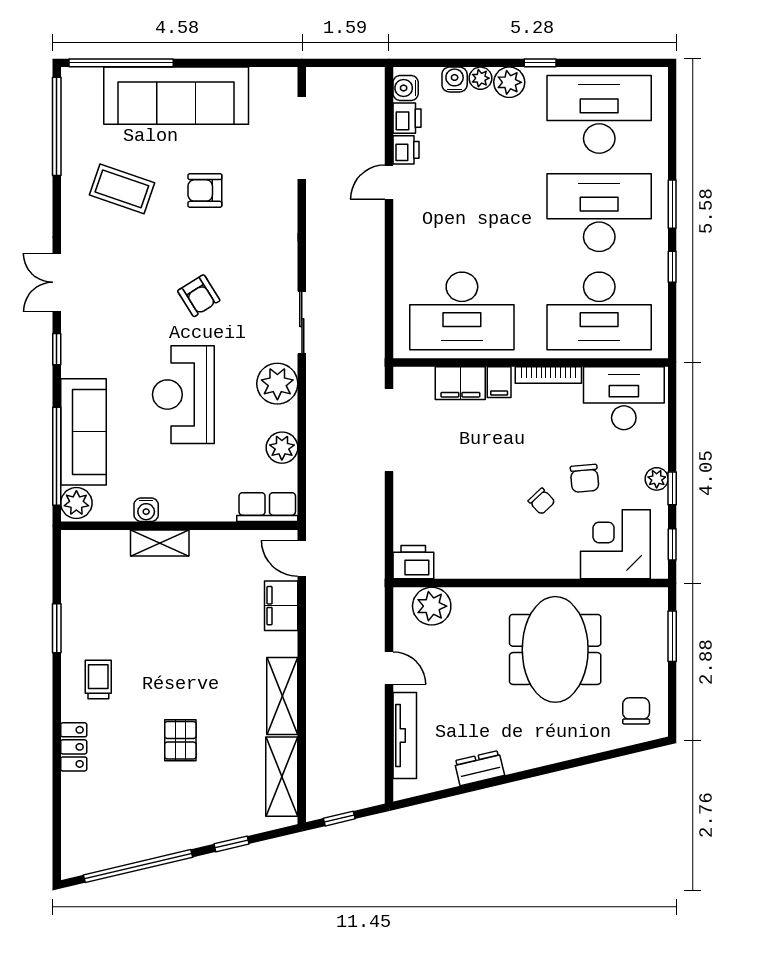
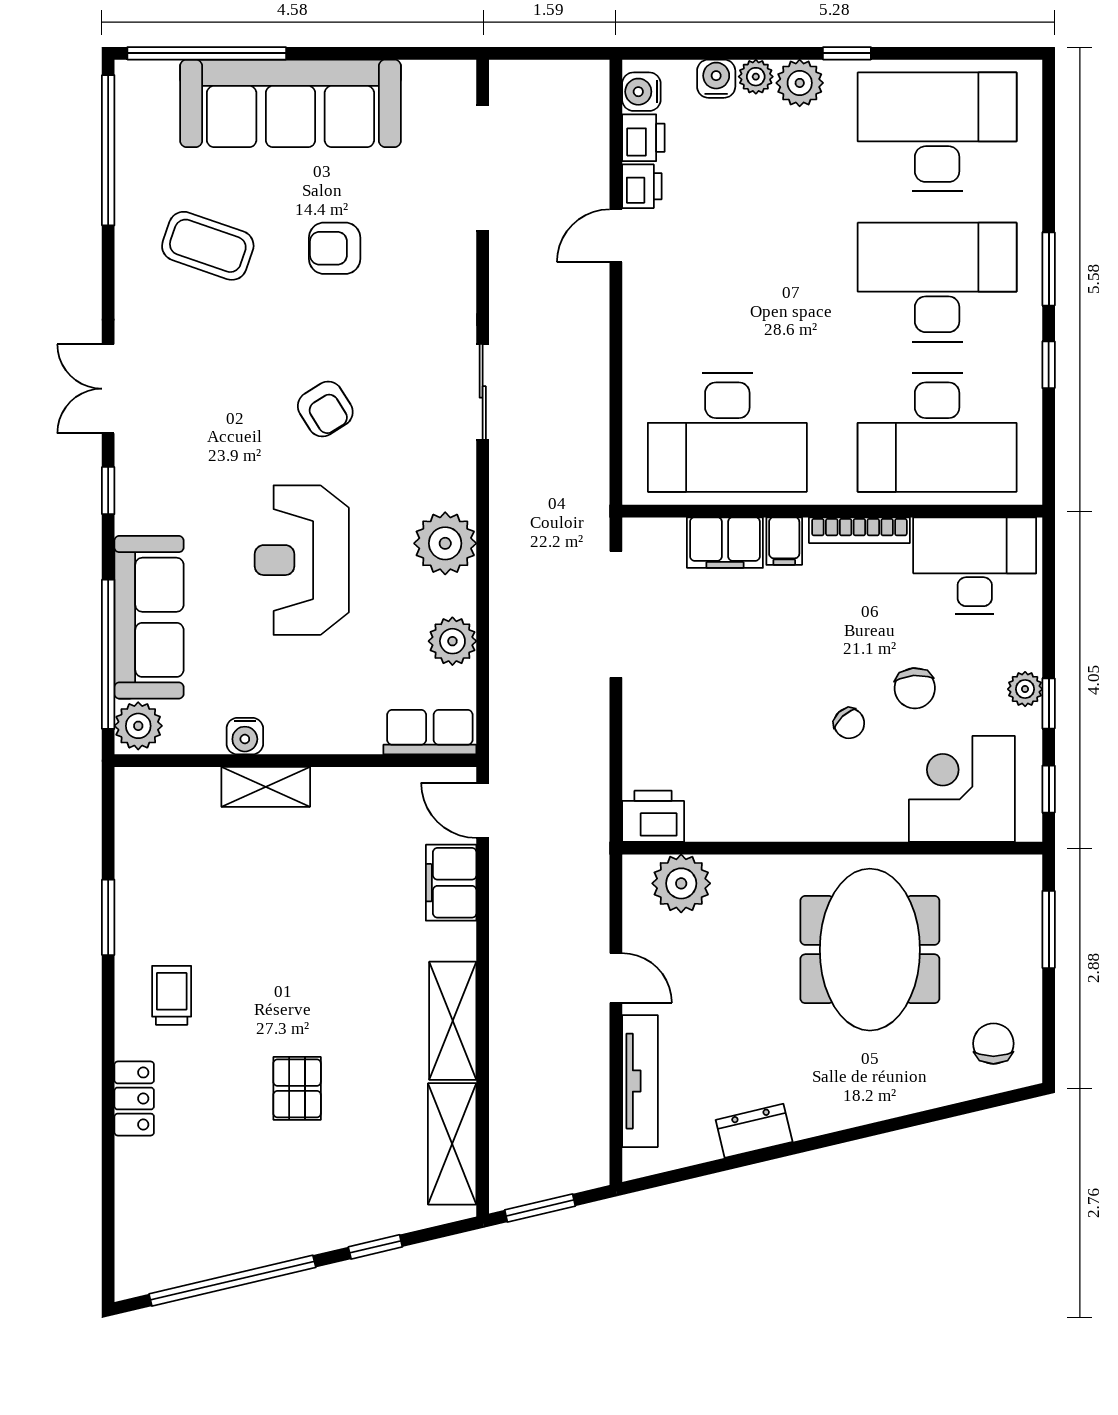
sliding door: (302, 323) -> (483, 392), moved
window: (339, 819) -> (540, 1208), width x1.50

